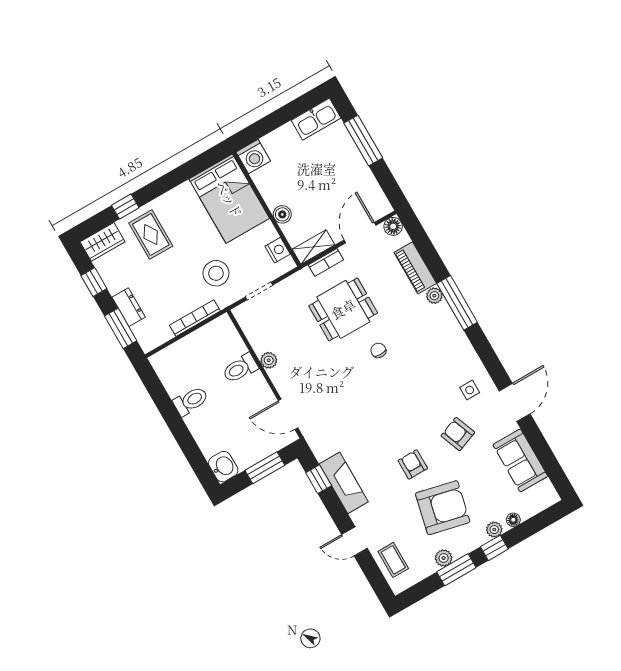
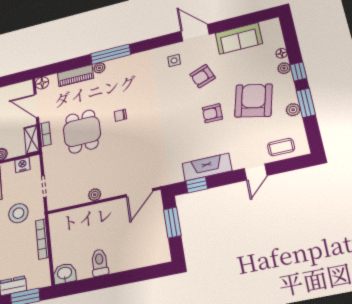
toilet: (240, 368) -> (92, 217), removed
washbasin: (223, 467) -> (65, 274), moved

